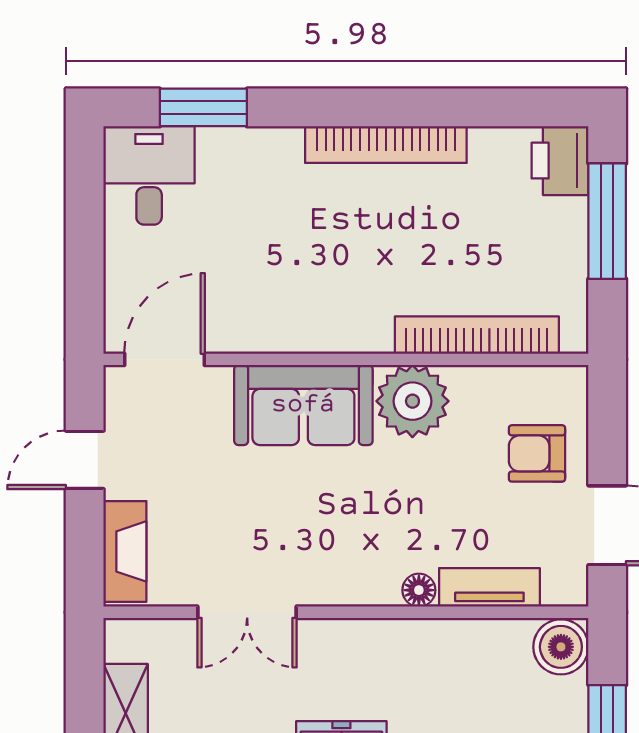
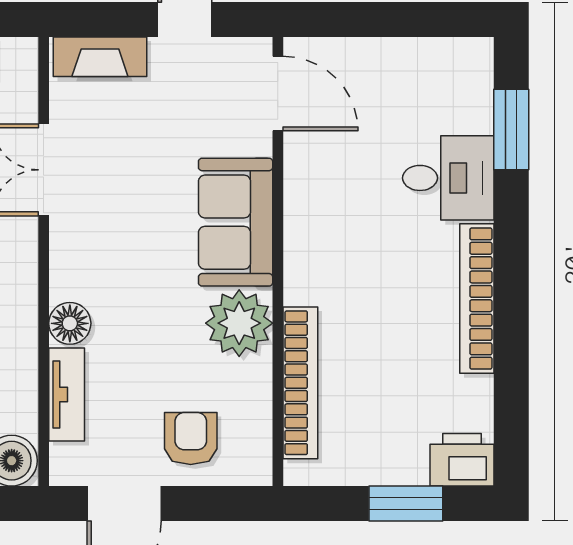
desk: (149, 175) -> (448, 178), moved
window: (607, 221) -> (406, 504), width x0.69
floor lamp: (419, 590) -> (70, 323), width x1.37, depth x1.37

